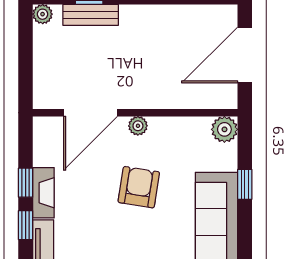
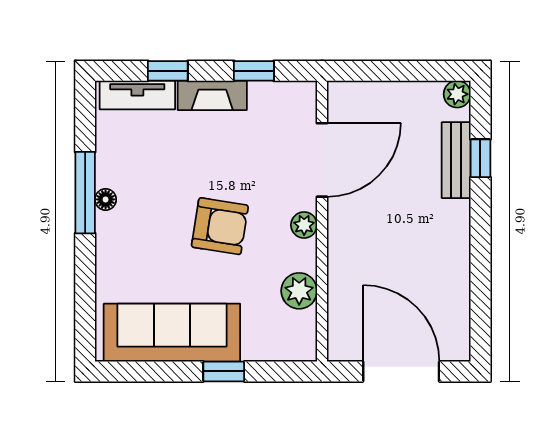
door: (90, 113) -> (322, 160), swing flipped
plant: (224, 129) -> (299, 291), moved
window: (26, 183) -> (254, 71), moved

